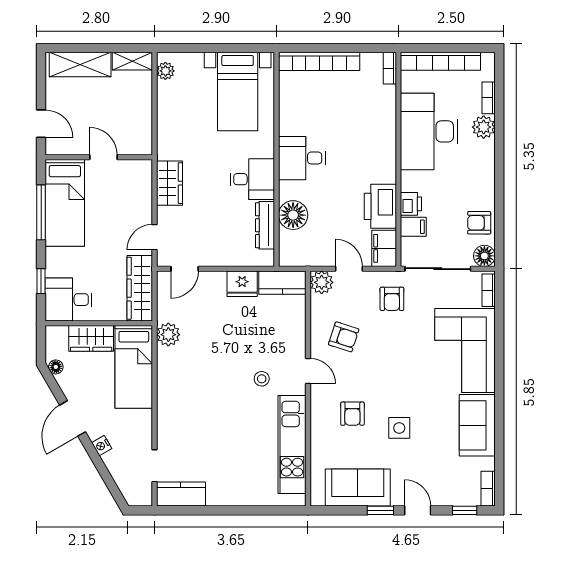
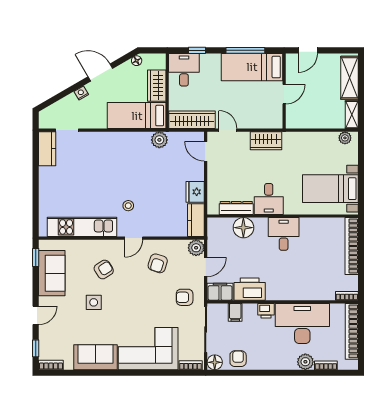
printer: (411, 204) -> (266, 311), moved
armchair: (352, 414) -> (104, 269), turned 147
window: (380, 510) -> (36, 257), moved

